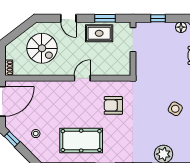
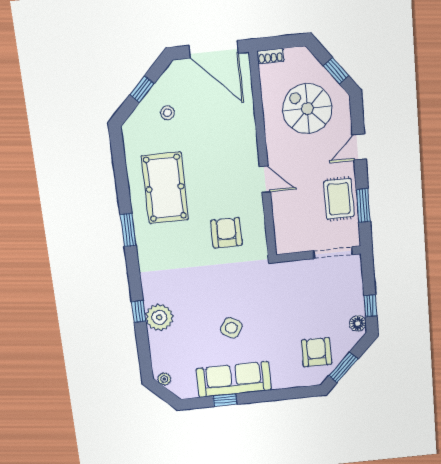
window: (158, 18) -> (370, 306), moved
window: (21, 29) -> (336, 71), added
spiral stairs: (42, 48) -> (307, 109), turned 90
window: (12, 139) -> (142, 89), moved

